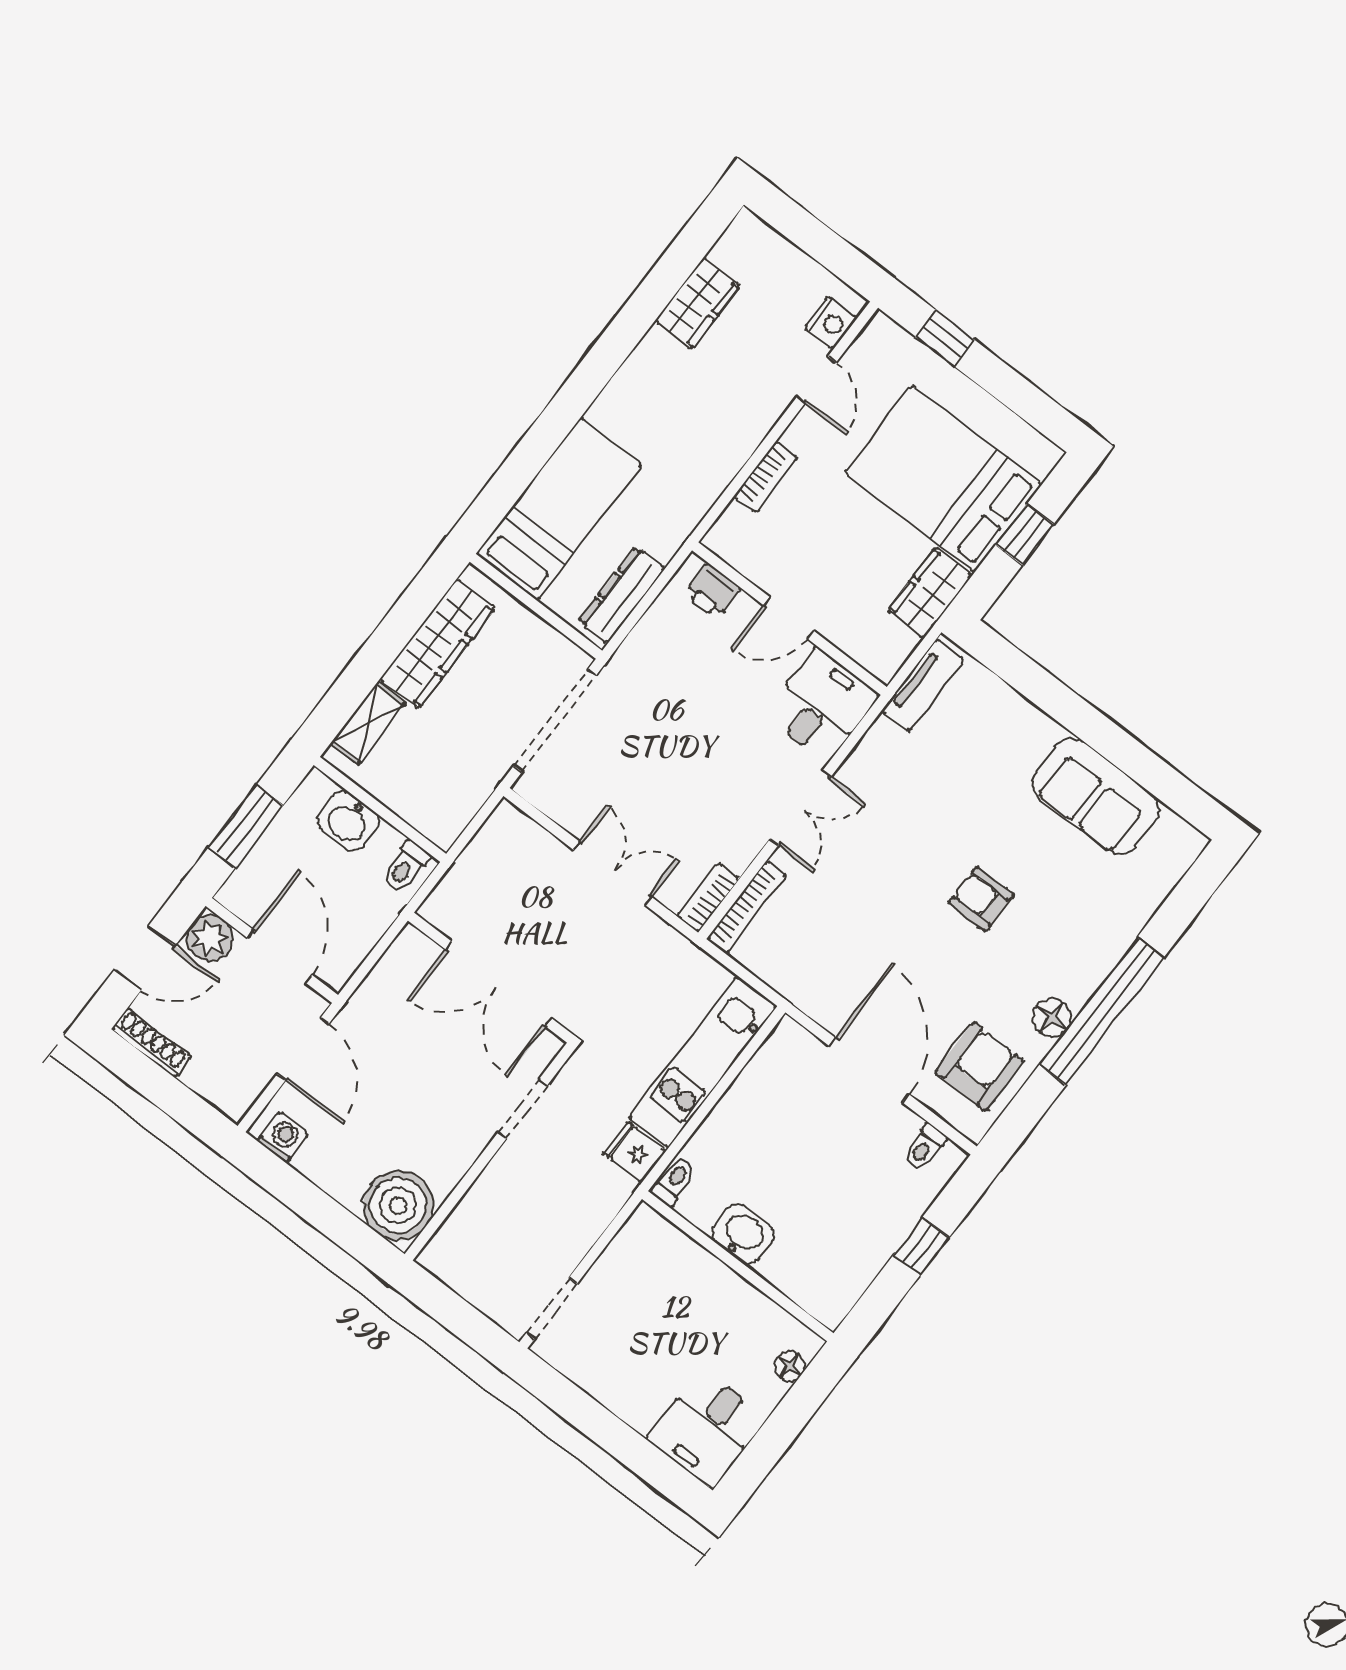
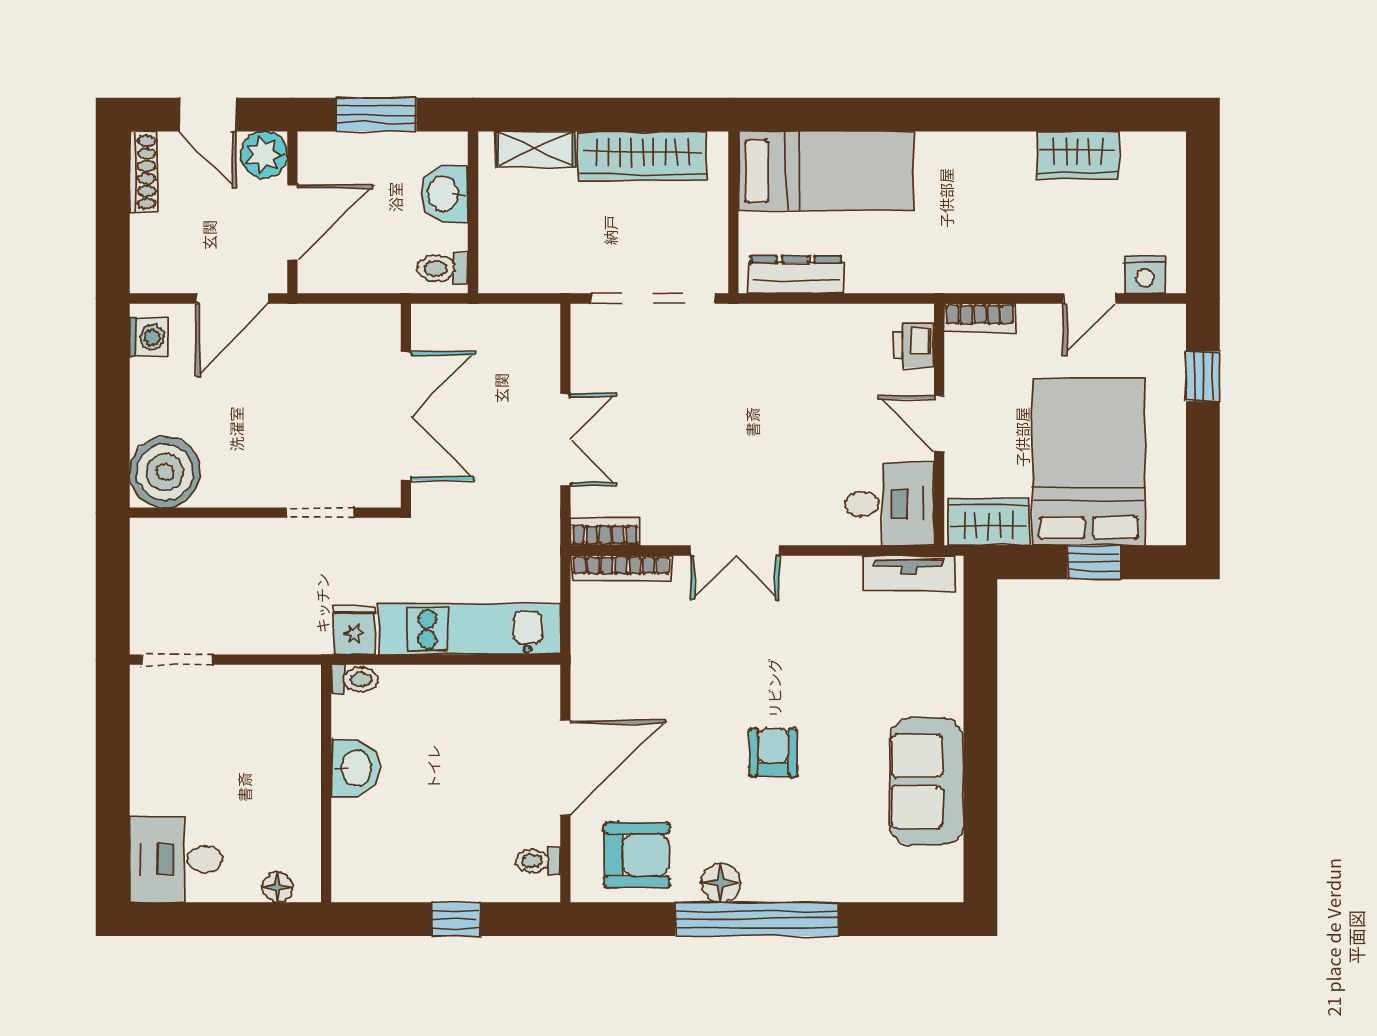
printer: (712, 591) -> (914, 345), moved
door: (789, 618) -> (939, 423), moved
wall: (789, 619) -> (939, 425), moved
desk: (822, 705) -> (889, 504), moved
double door: (499, 984) -> (406, 416), swing flipped

